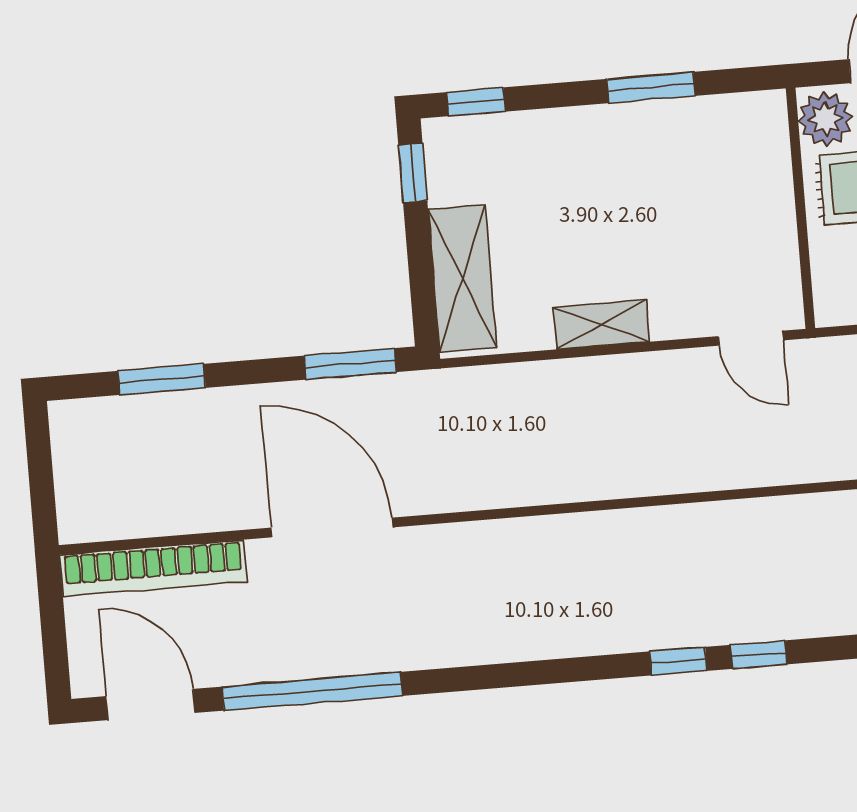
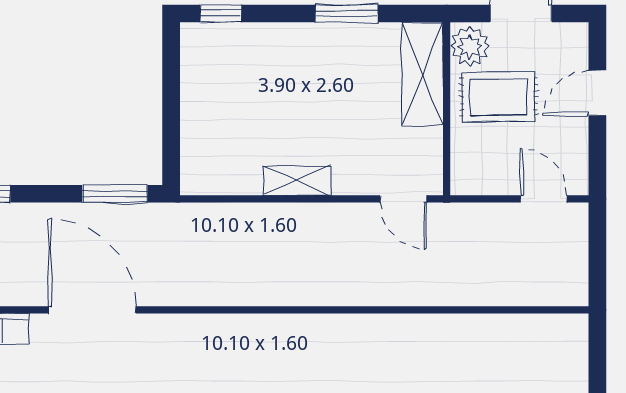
window: (413, 173) -> (171, 61), removed
shelving: (462, 278) -> (423, 74), moved

